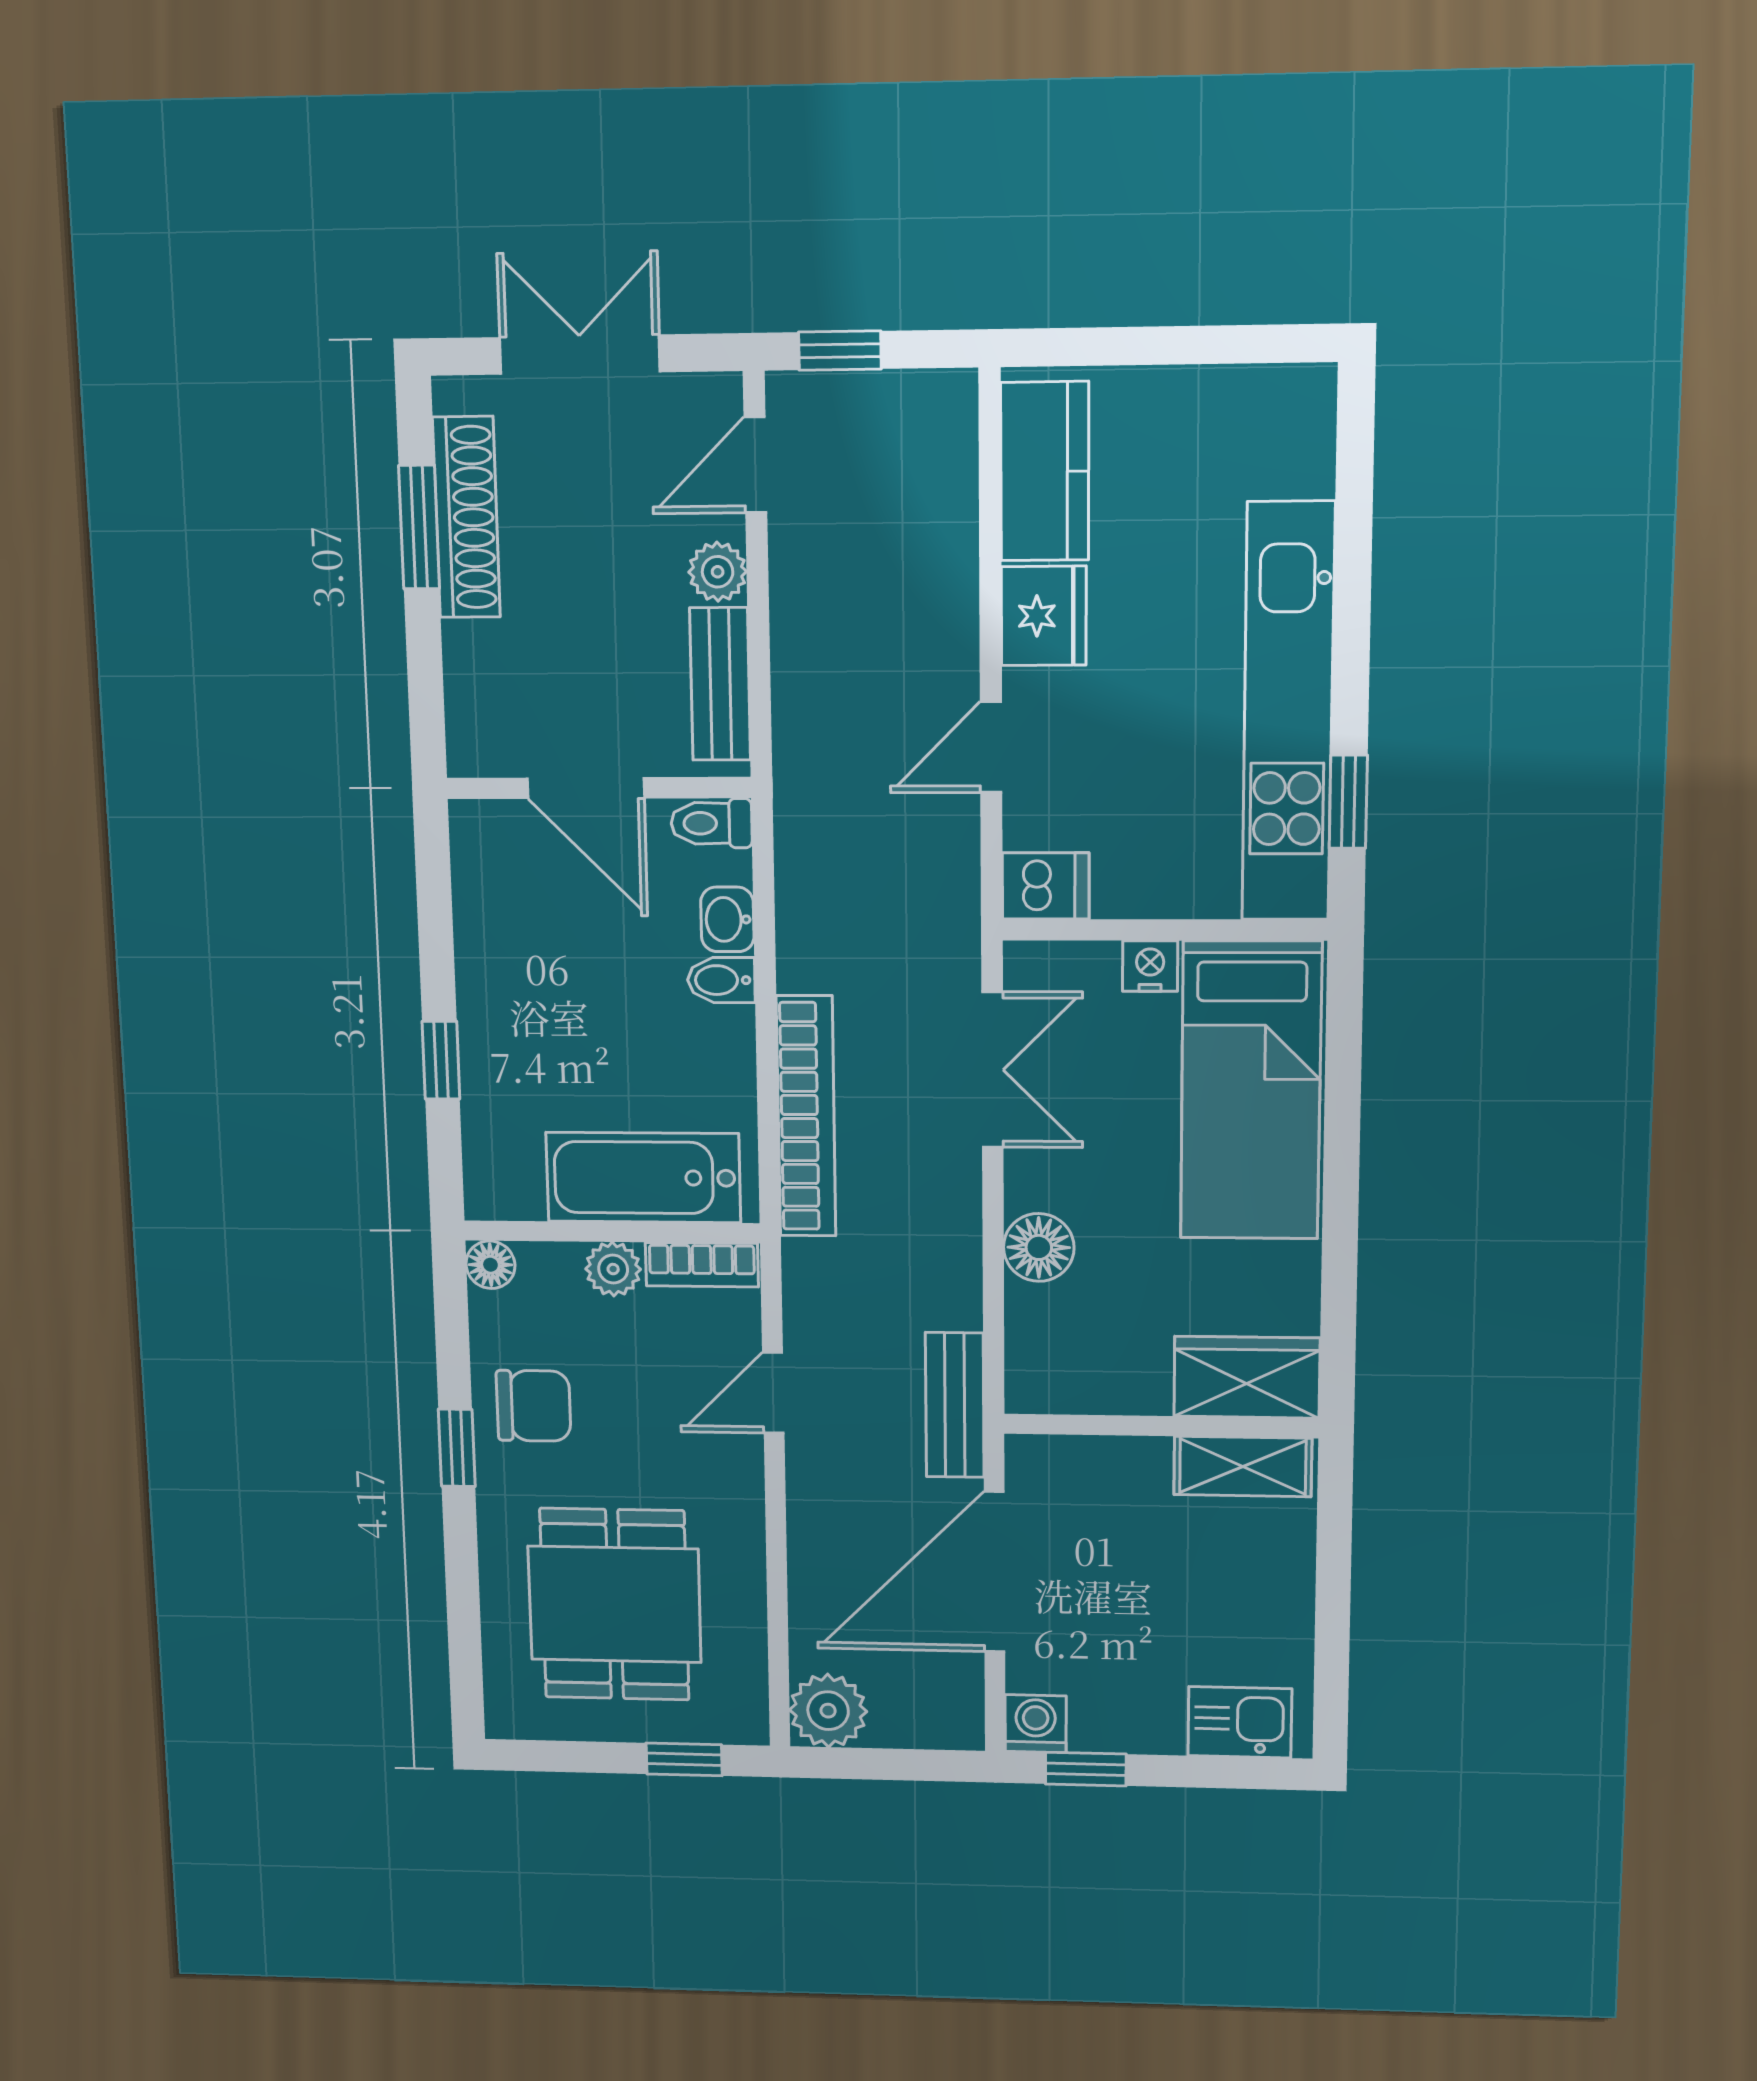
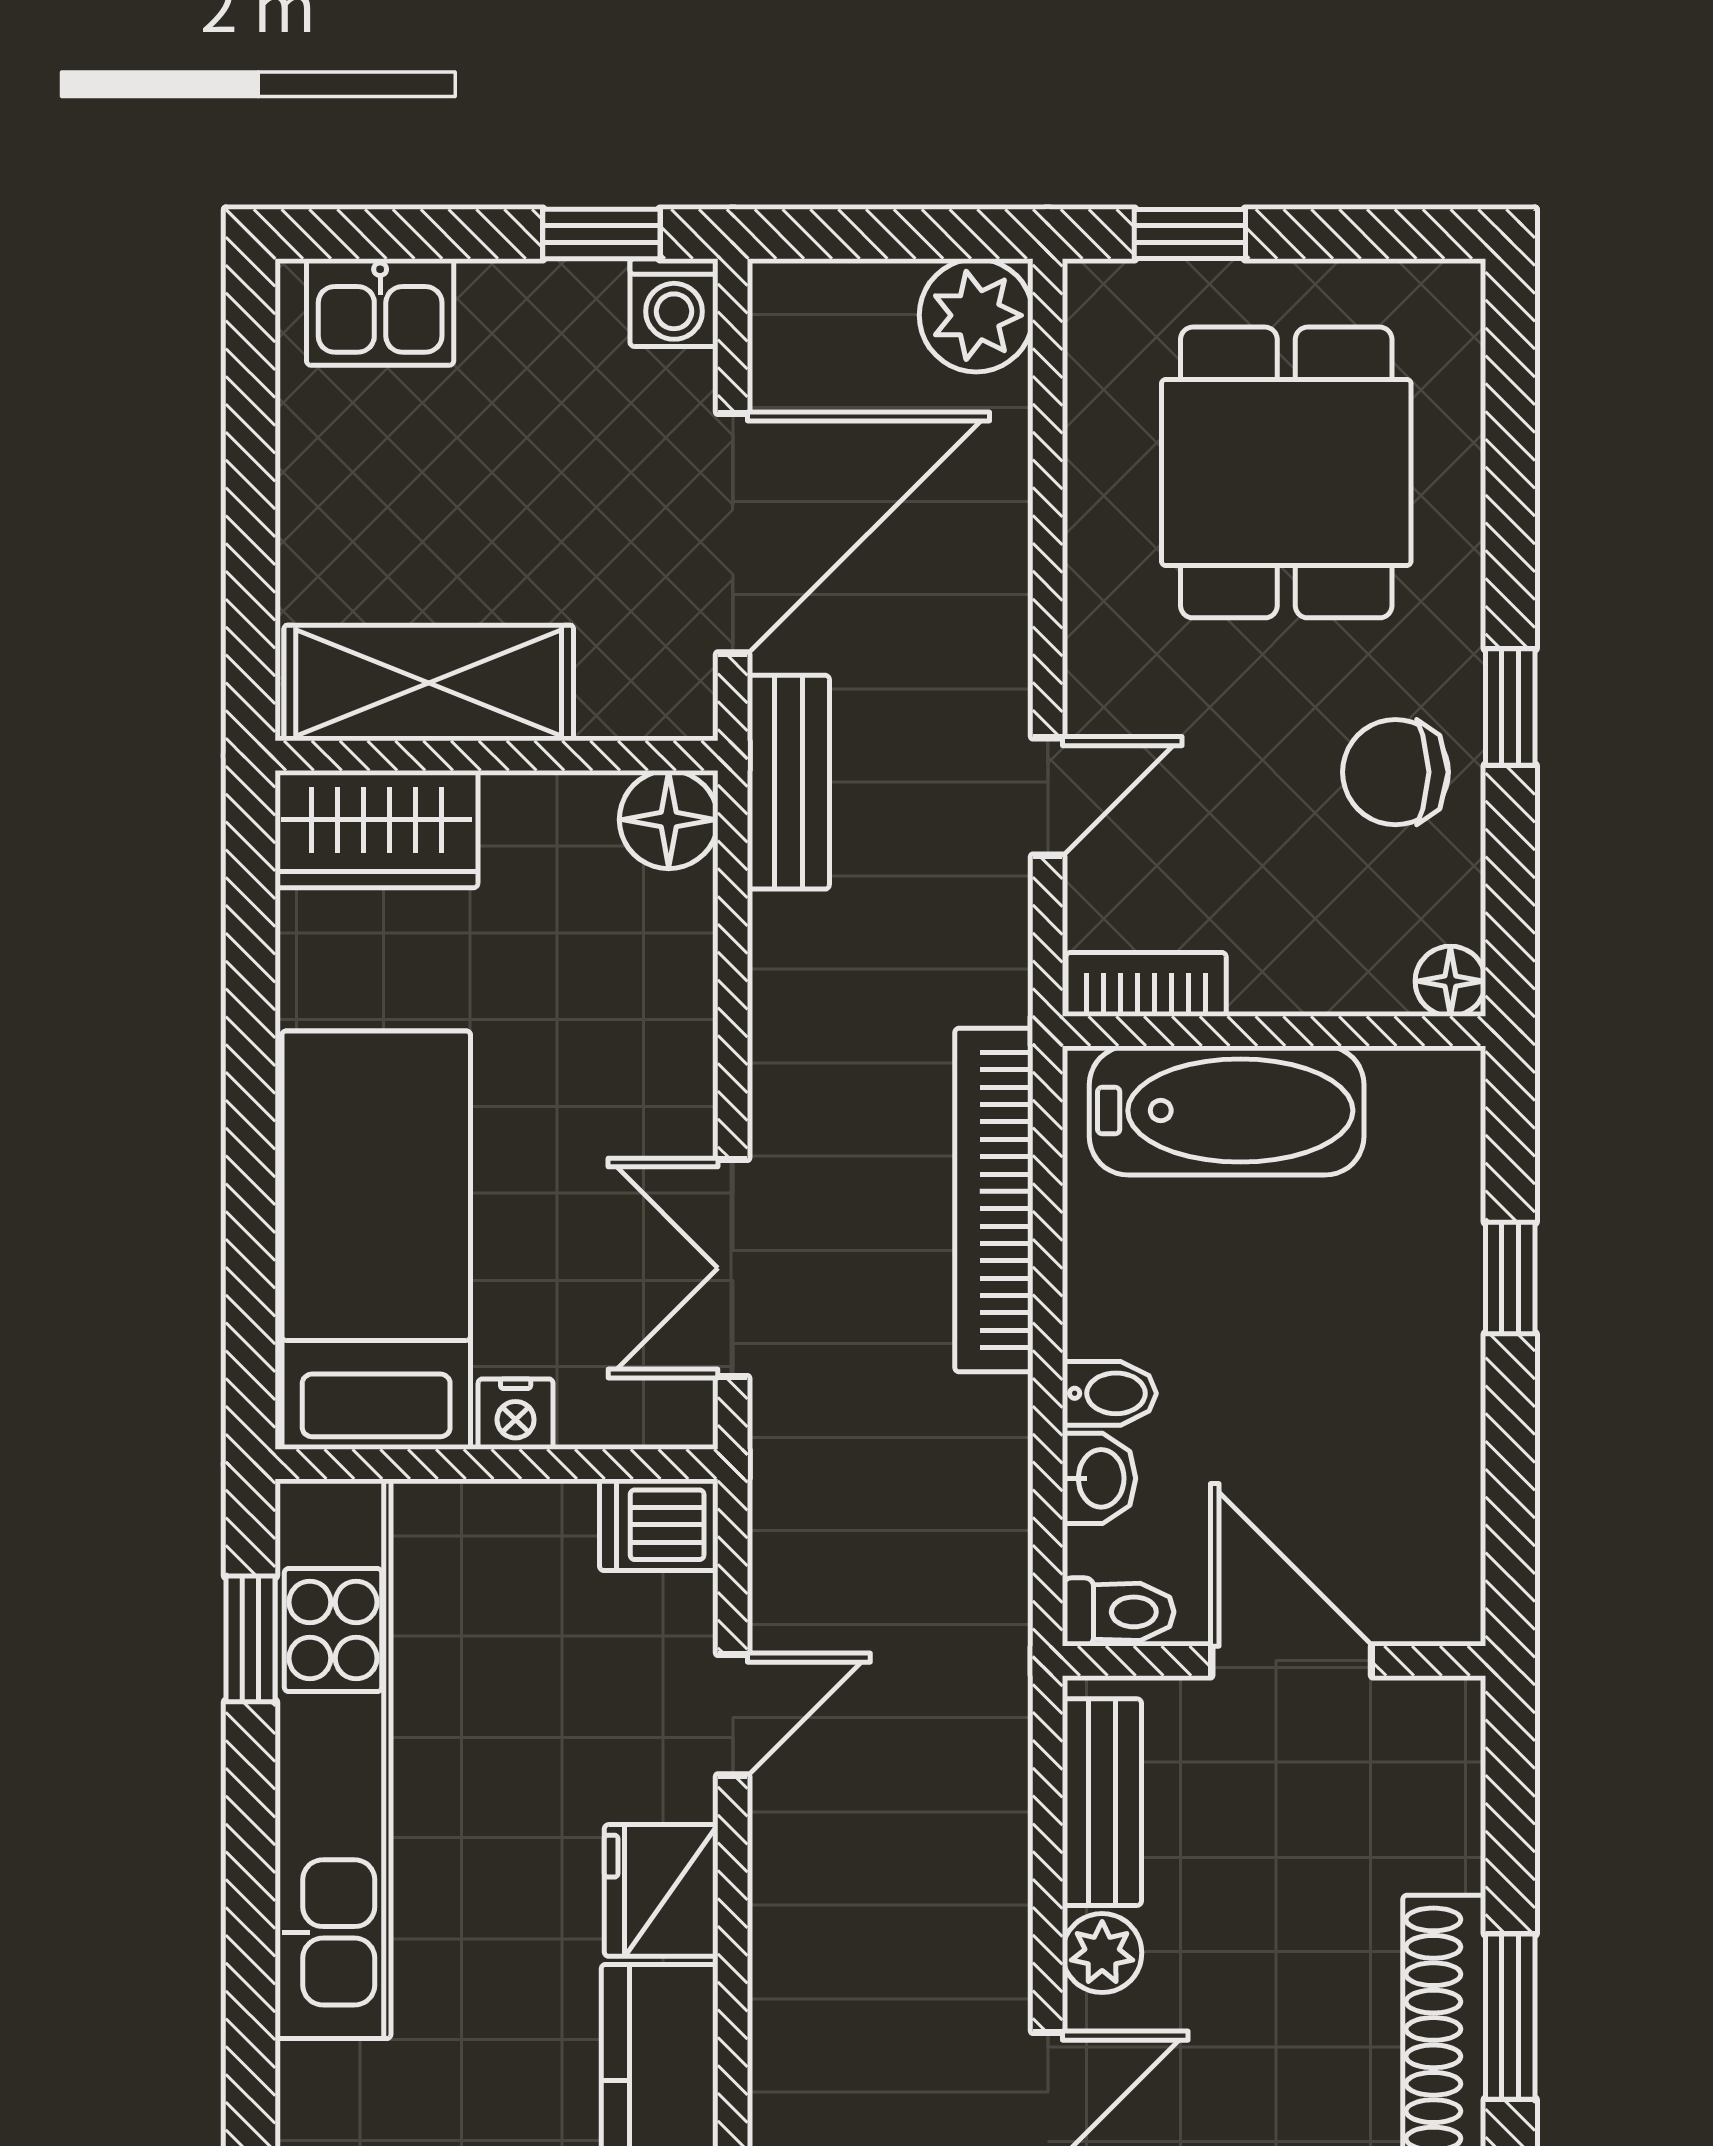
floor lamp: (1039, 1247) -> (669, 820), moved
plant: (613, 1269) -> (1274, 977), removed
shelving: (1243, 1467) -> (429, 683), width x1.50, depth x1.33

